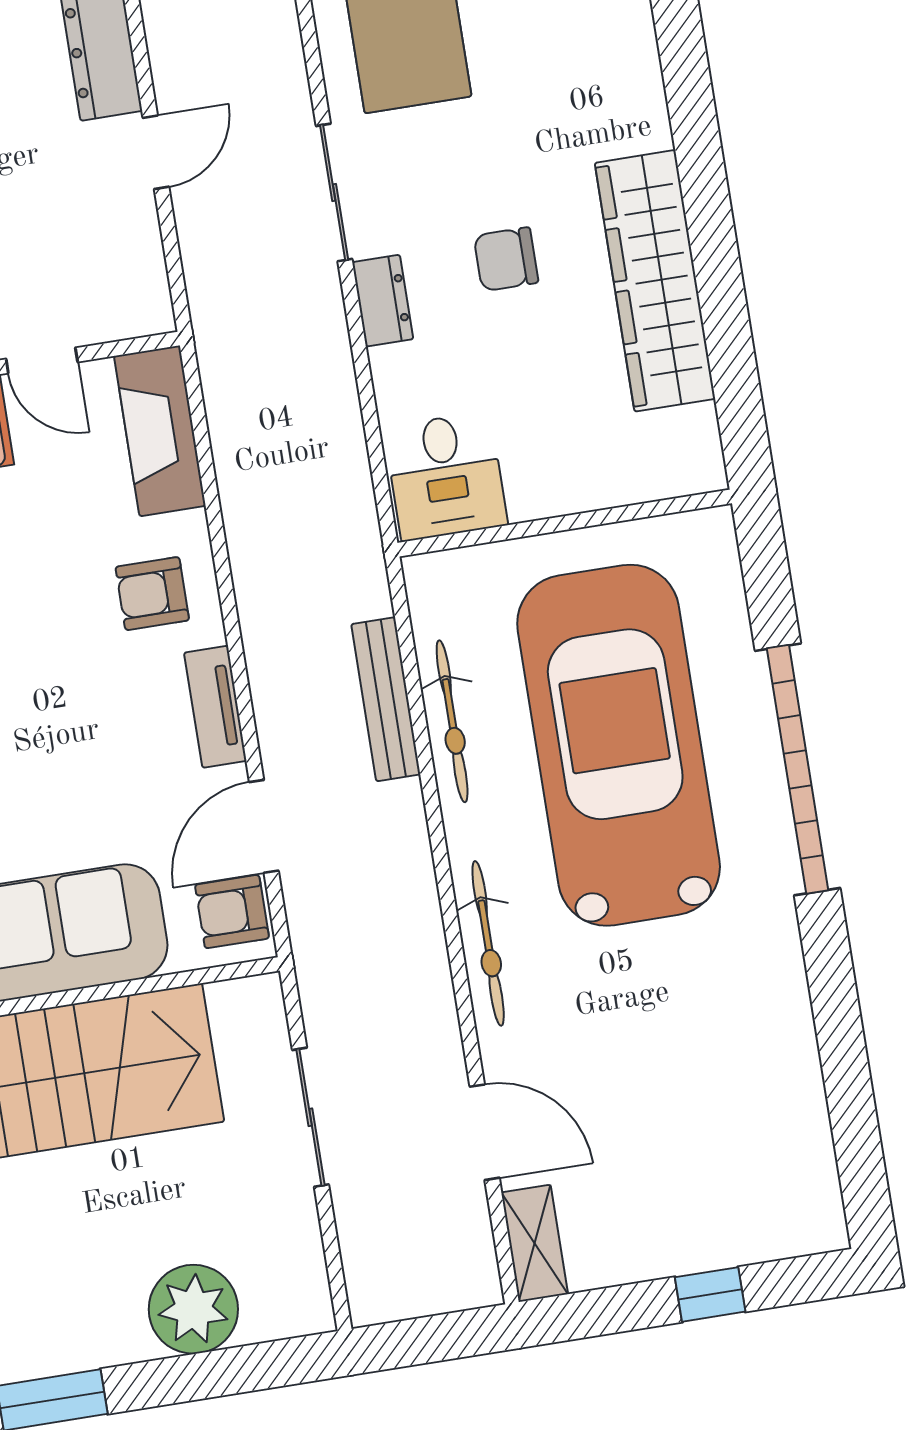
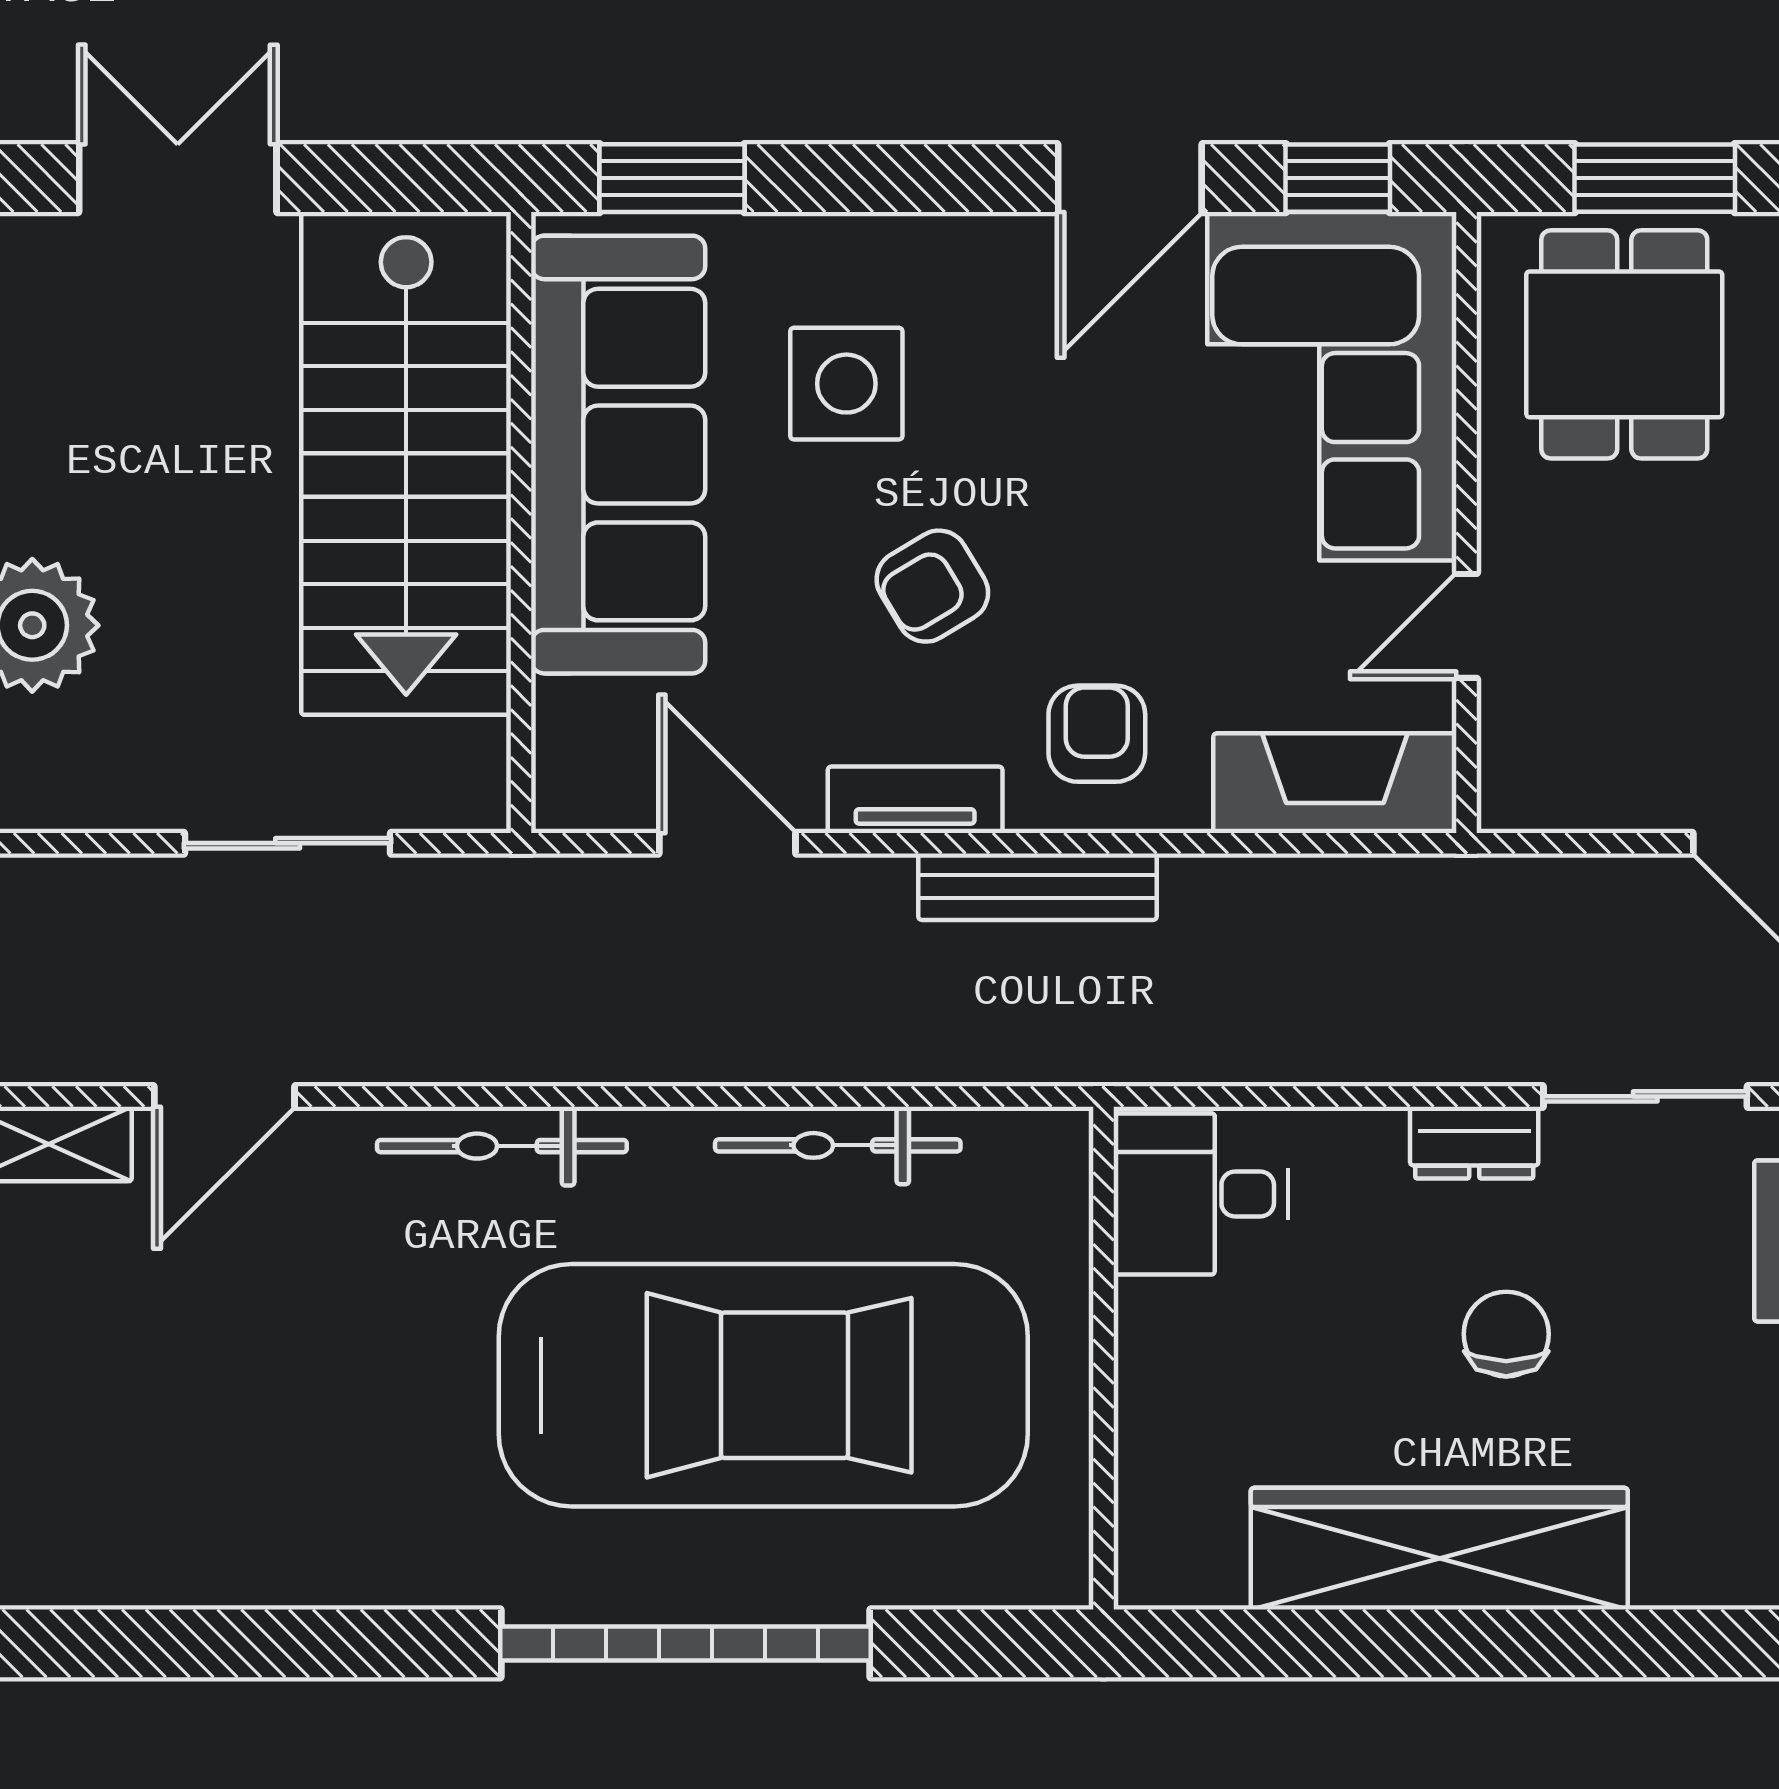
bench: (386, 699) -> (1038, 887), moved
armchair: (232, 912) -> (932, 586), moved, turned -121

